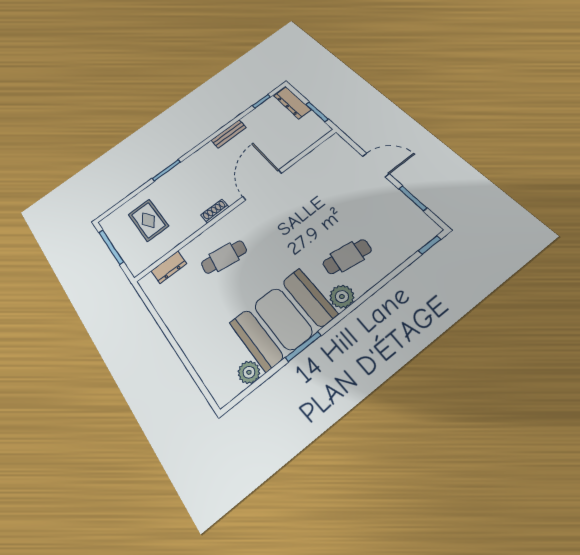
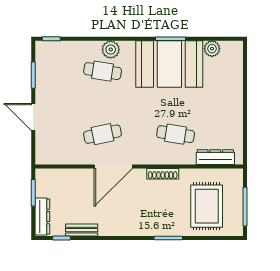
bench: (229, 134) -> (82, 230), moved
cafe table: (296, 202) -> (103, 134), added
shoe rack: (215, 211) -> (163, 174), width x1.43
rug: (148, 220) -> (207, 206), width x1.36, depth x1.43
dresser: (169, 267) -> (215, 157), width x1.44
plant: (342, 297) -> (111, 50), moved

